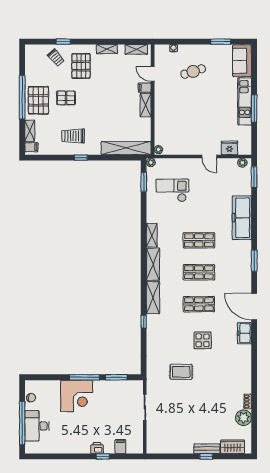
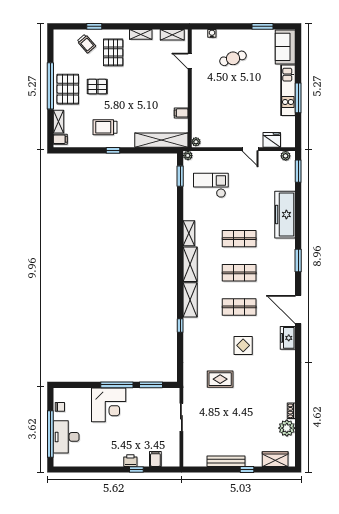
filing cabinet: (145, 88) -> (181, 113), moved
shelving: (146, 105) -> (182, 94), removed
bench: (207, 449) -> (226, 461), moved, width x1.36

